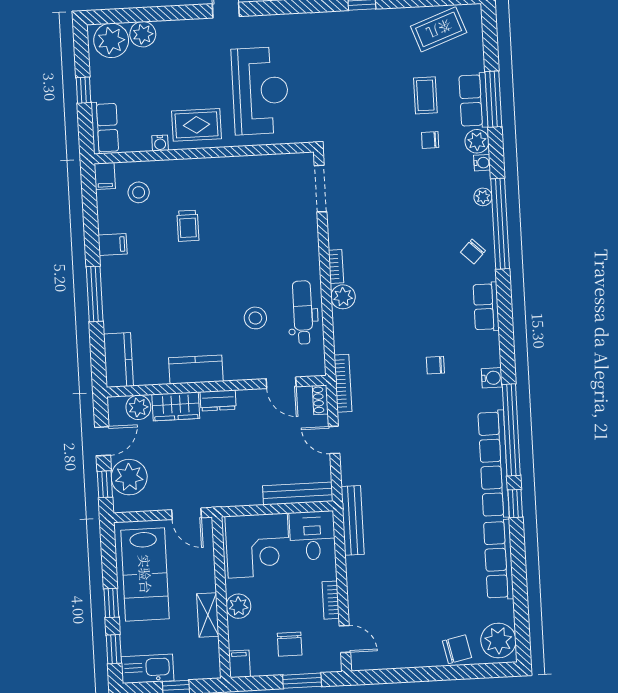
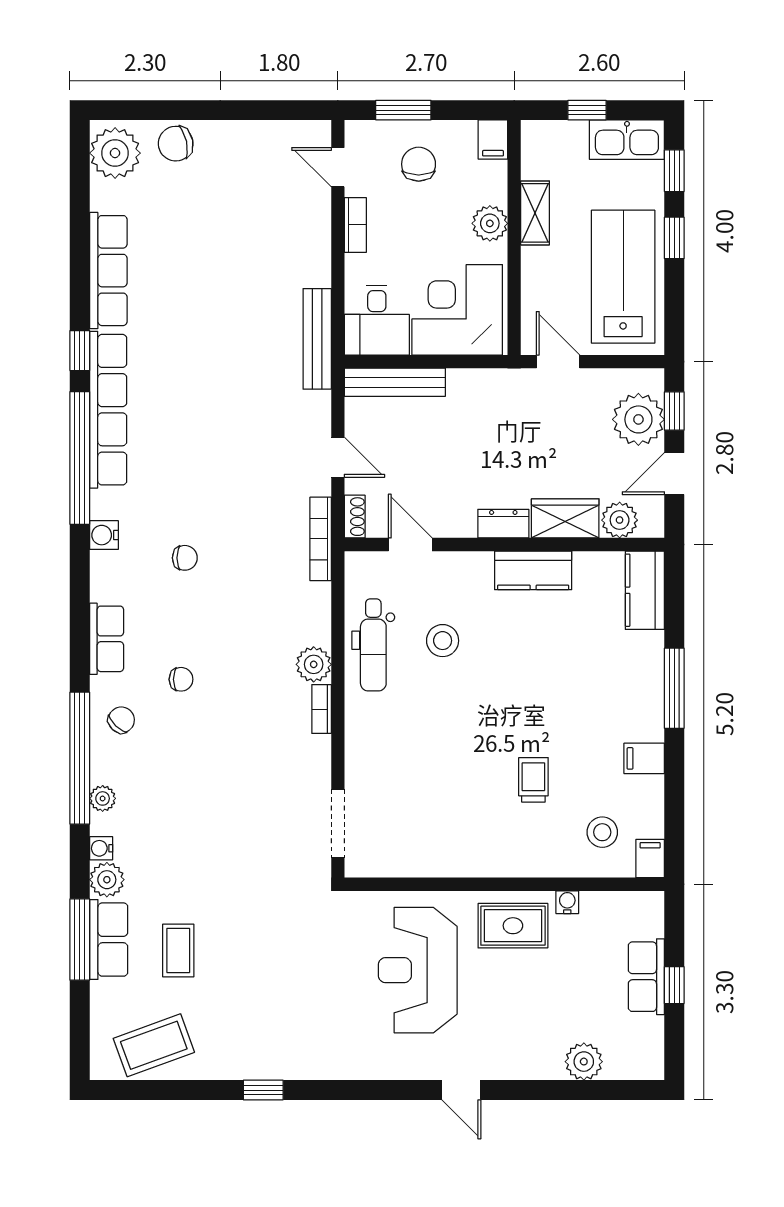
plant: (111, 40) -> (630, 1055), removed
row of seats: (105, 128) -> (646, 977), moved
chair: (430, 140) -> (181, 679), moved

